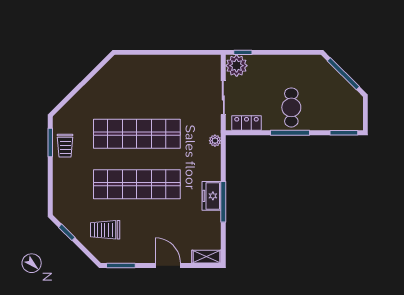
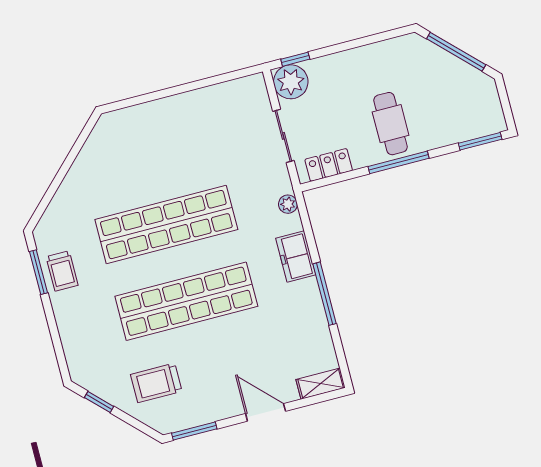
freezer: (212, 196) -> (296, 257), moved

